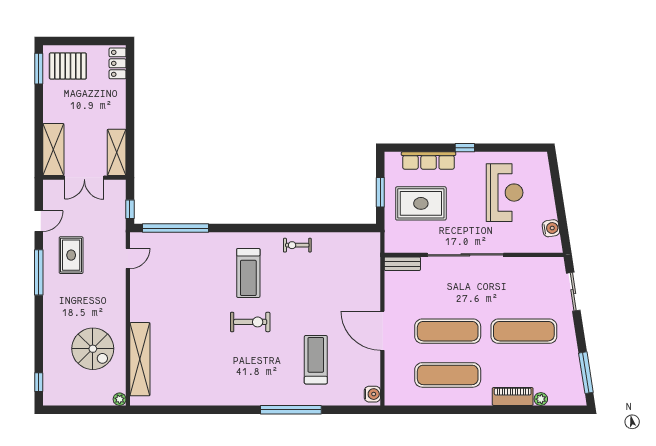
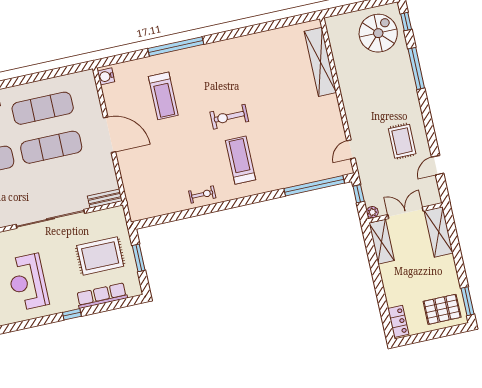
window: (39, 272) -> (416, 68), moved
spiral stairs: (93, 349) -> (378, 33), moved, turned 90
plant: (120, 399) -> (372, 212), moved

